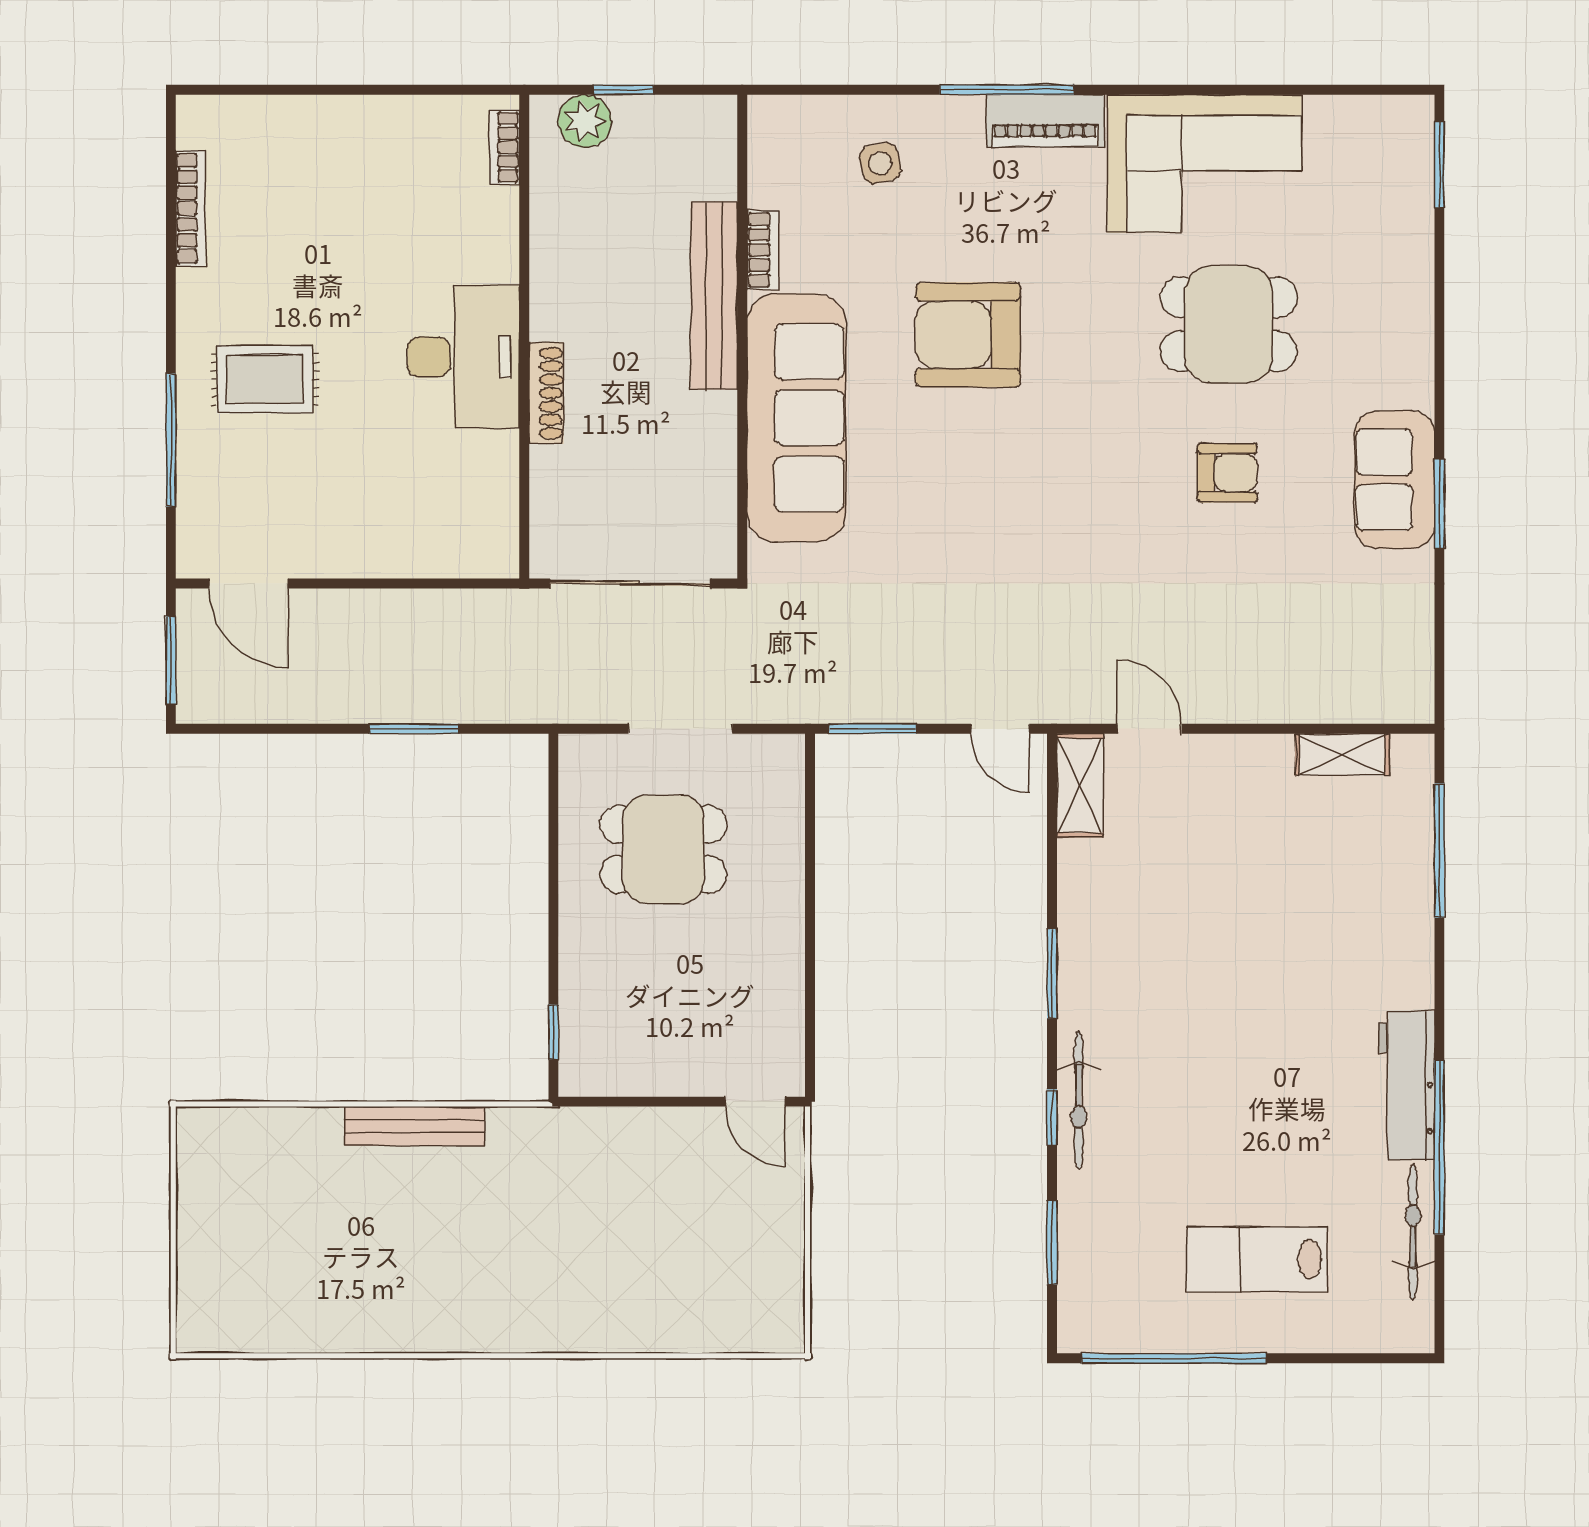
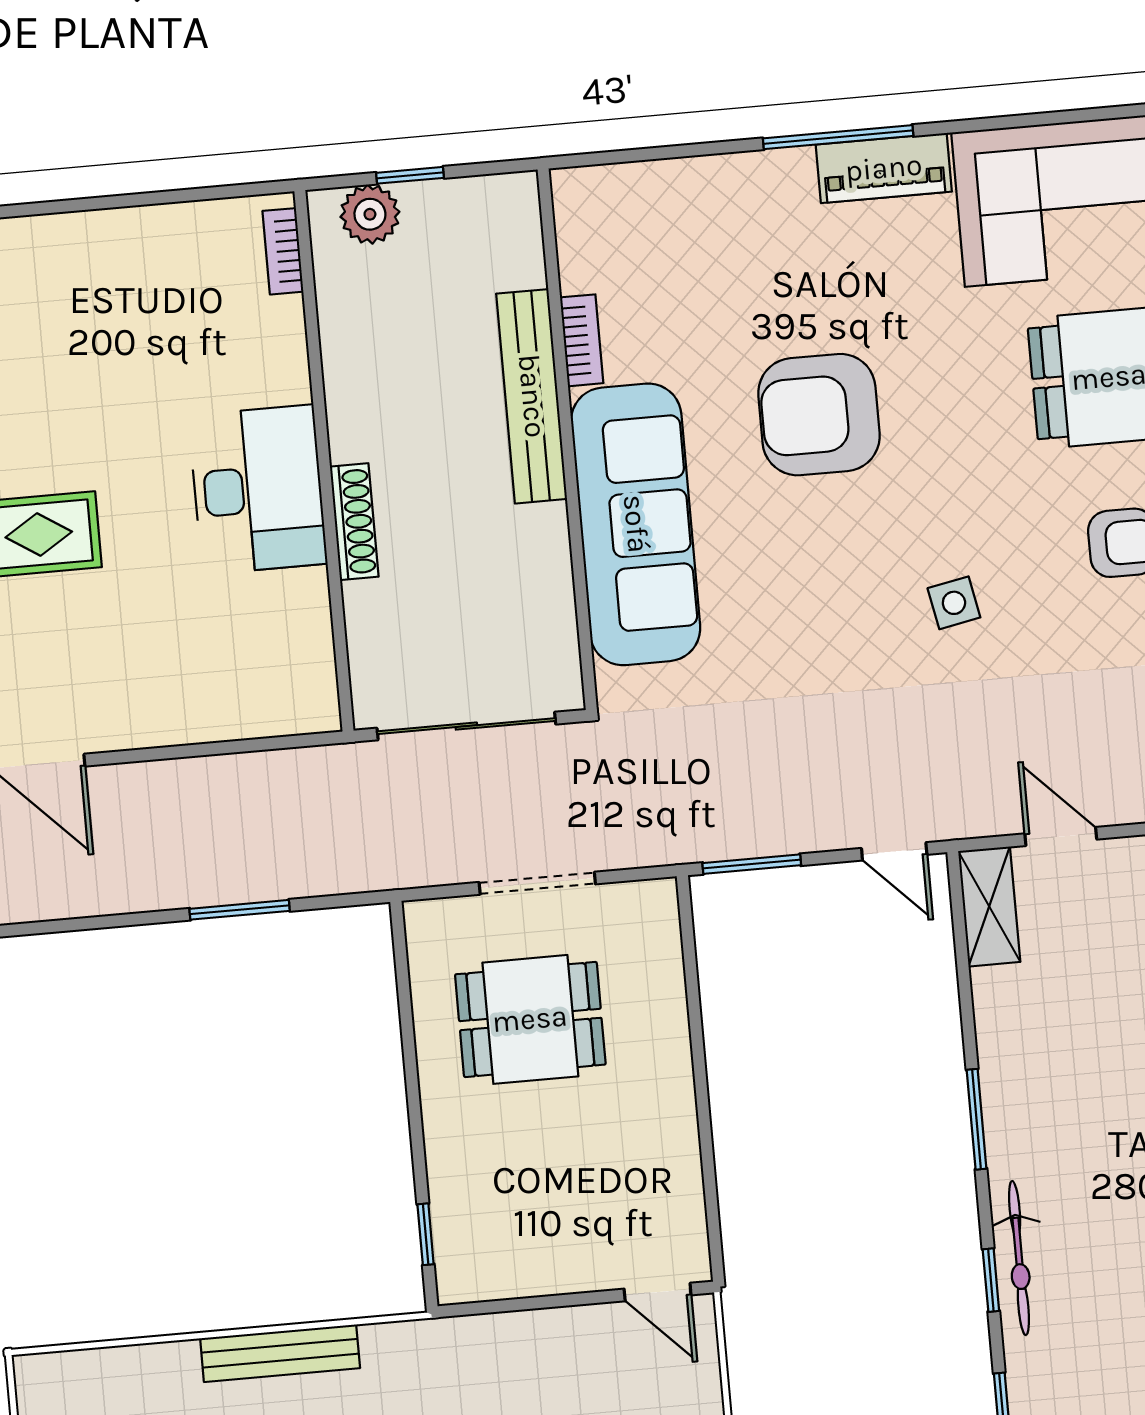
side table: (880, 163) -> (954, 603), moved

